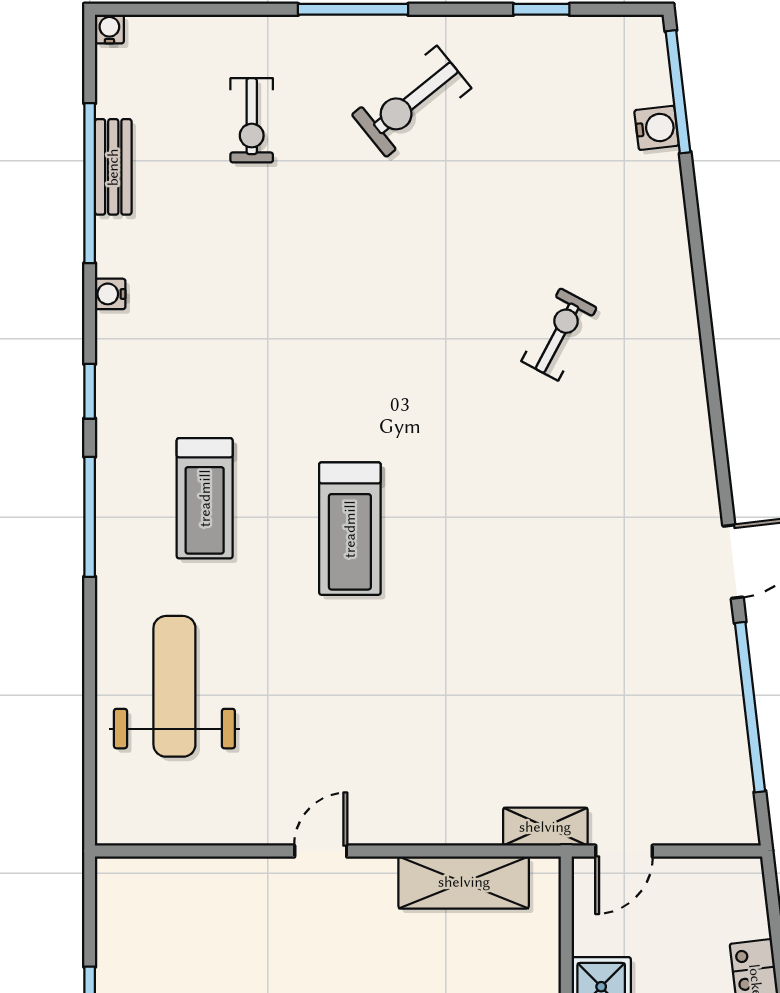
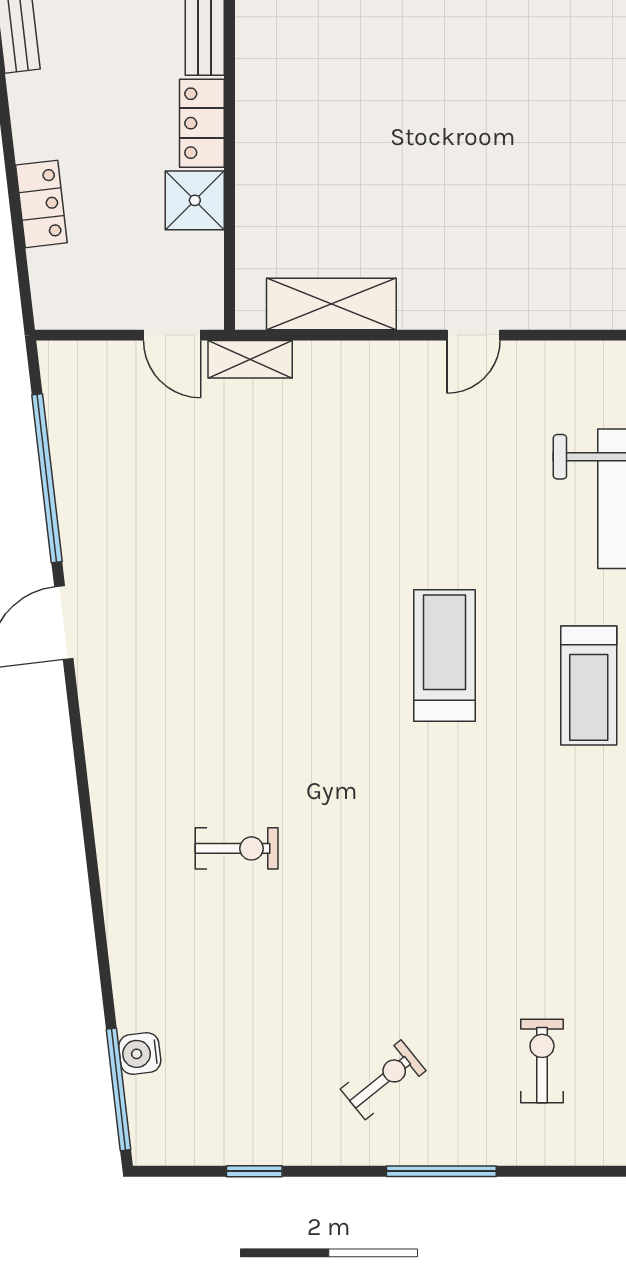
exercise bike: (412, 101) -> (383, 1080), width x0.73, depth x0.72
exercise bike: (559, 334) -> (237, 848), turned -118
treadmill: (205, 498) -> (589, 686), turned 180
door: (624, 851) -> (172, 335), swing flipped

